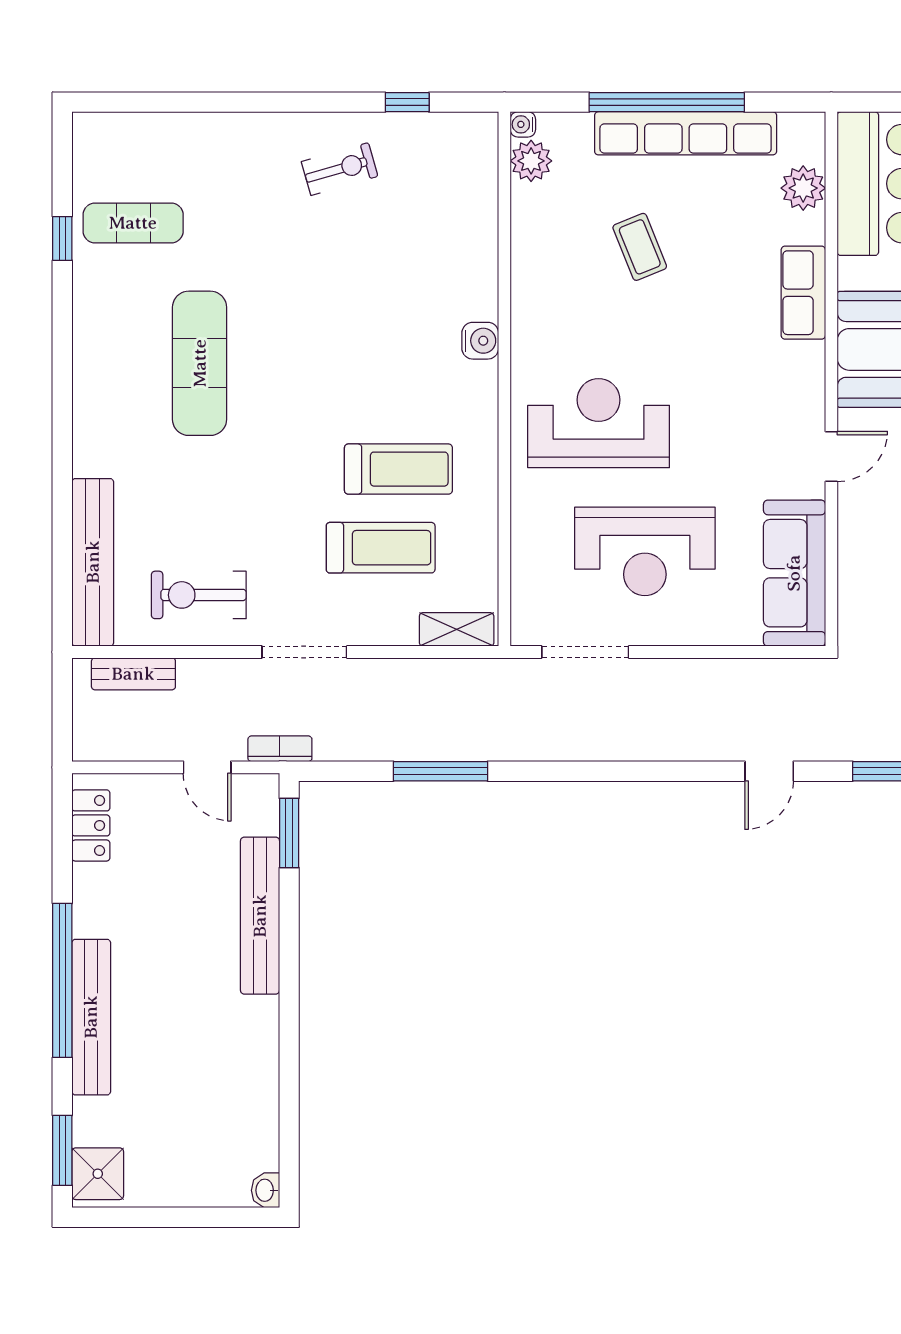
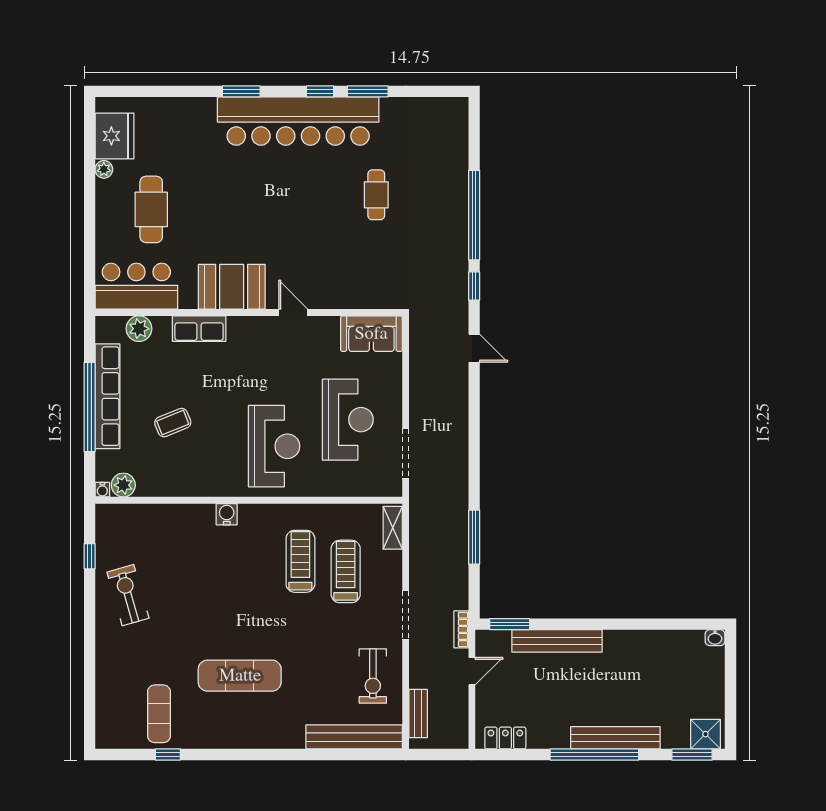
exercise bike: (340, 169) -> (128, 595), width x1.38, depth x1.39
reception desk: (599, 423) -> (274, 446), turned 180
sofa: (794, 573) -> (371, 334), width x0.73

